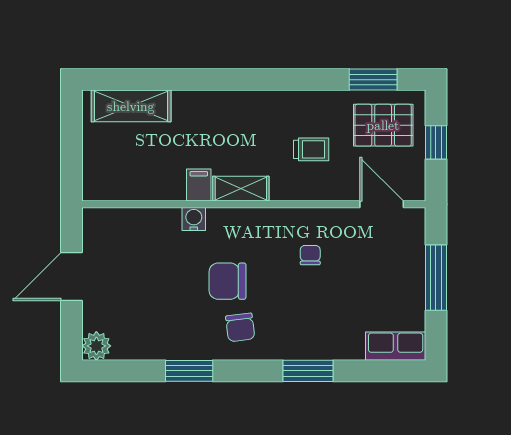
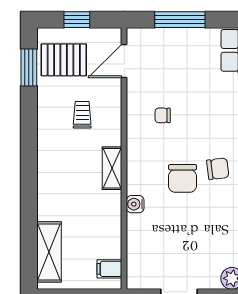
pallet: (383, 125) -> (64, 60), turned 90
filing cabinet: (199, 185) -> (109, 269), moved

